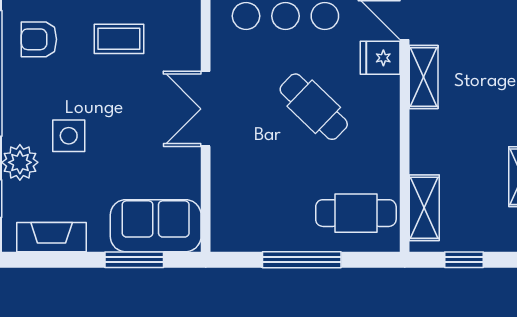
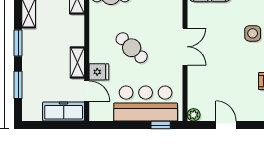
coffee table: (119, 39) -> (228, 81), removed

